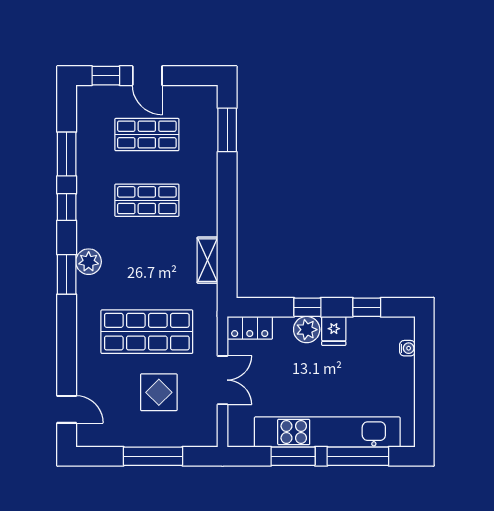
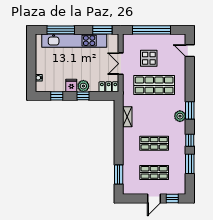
door: (147, 76) -> (154, 199), swing flipped
window: (153, 456) -> (151, 30), width x1.46
window: (293, 456) -> (102, 30), moved

